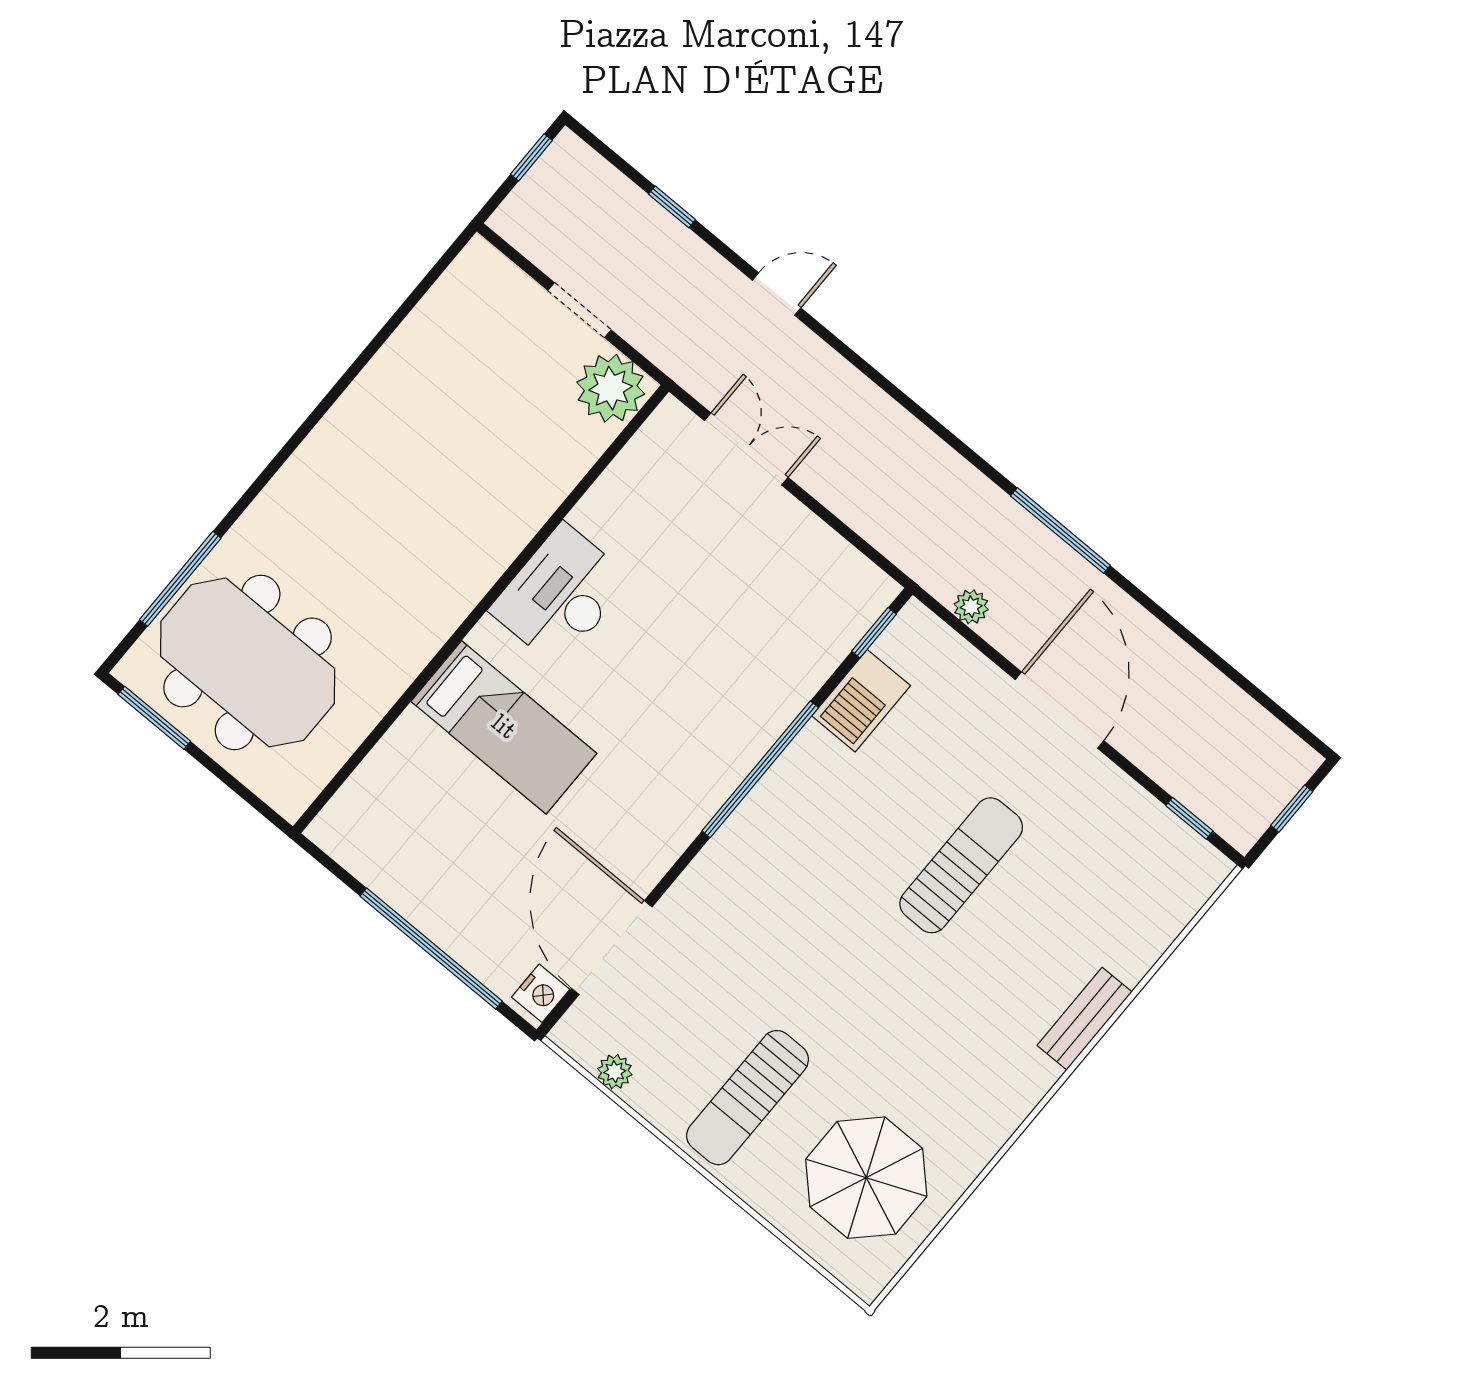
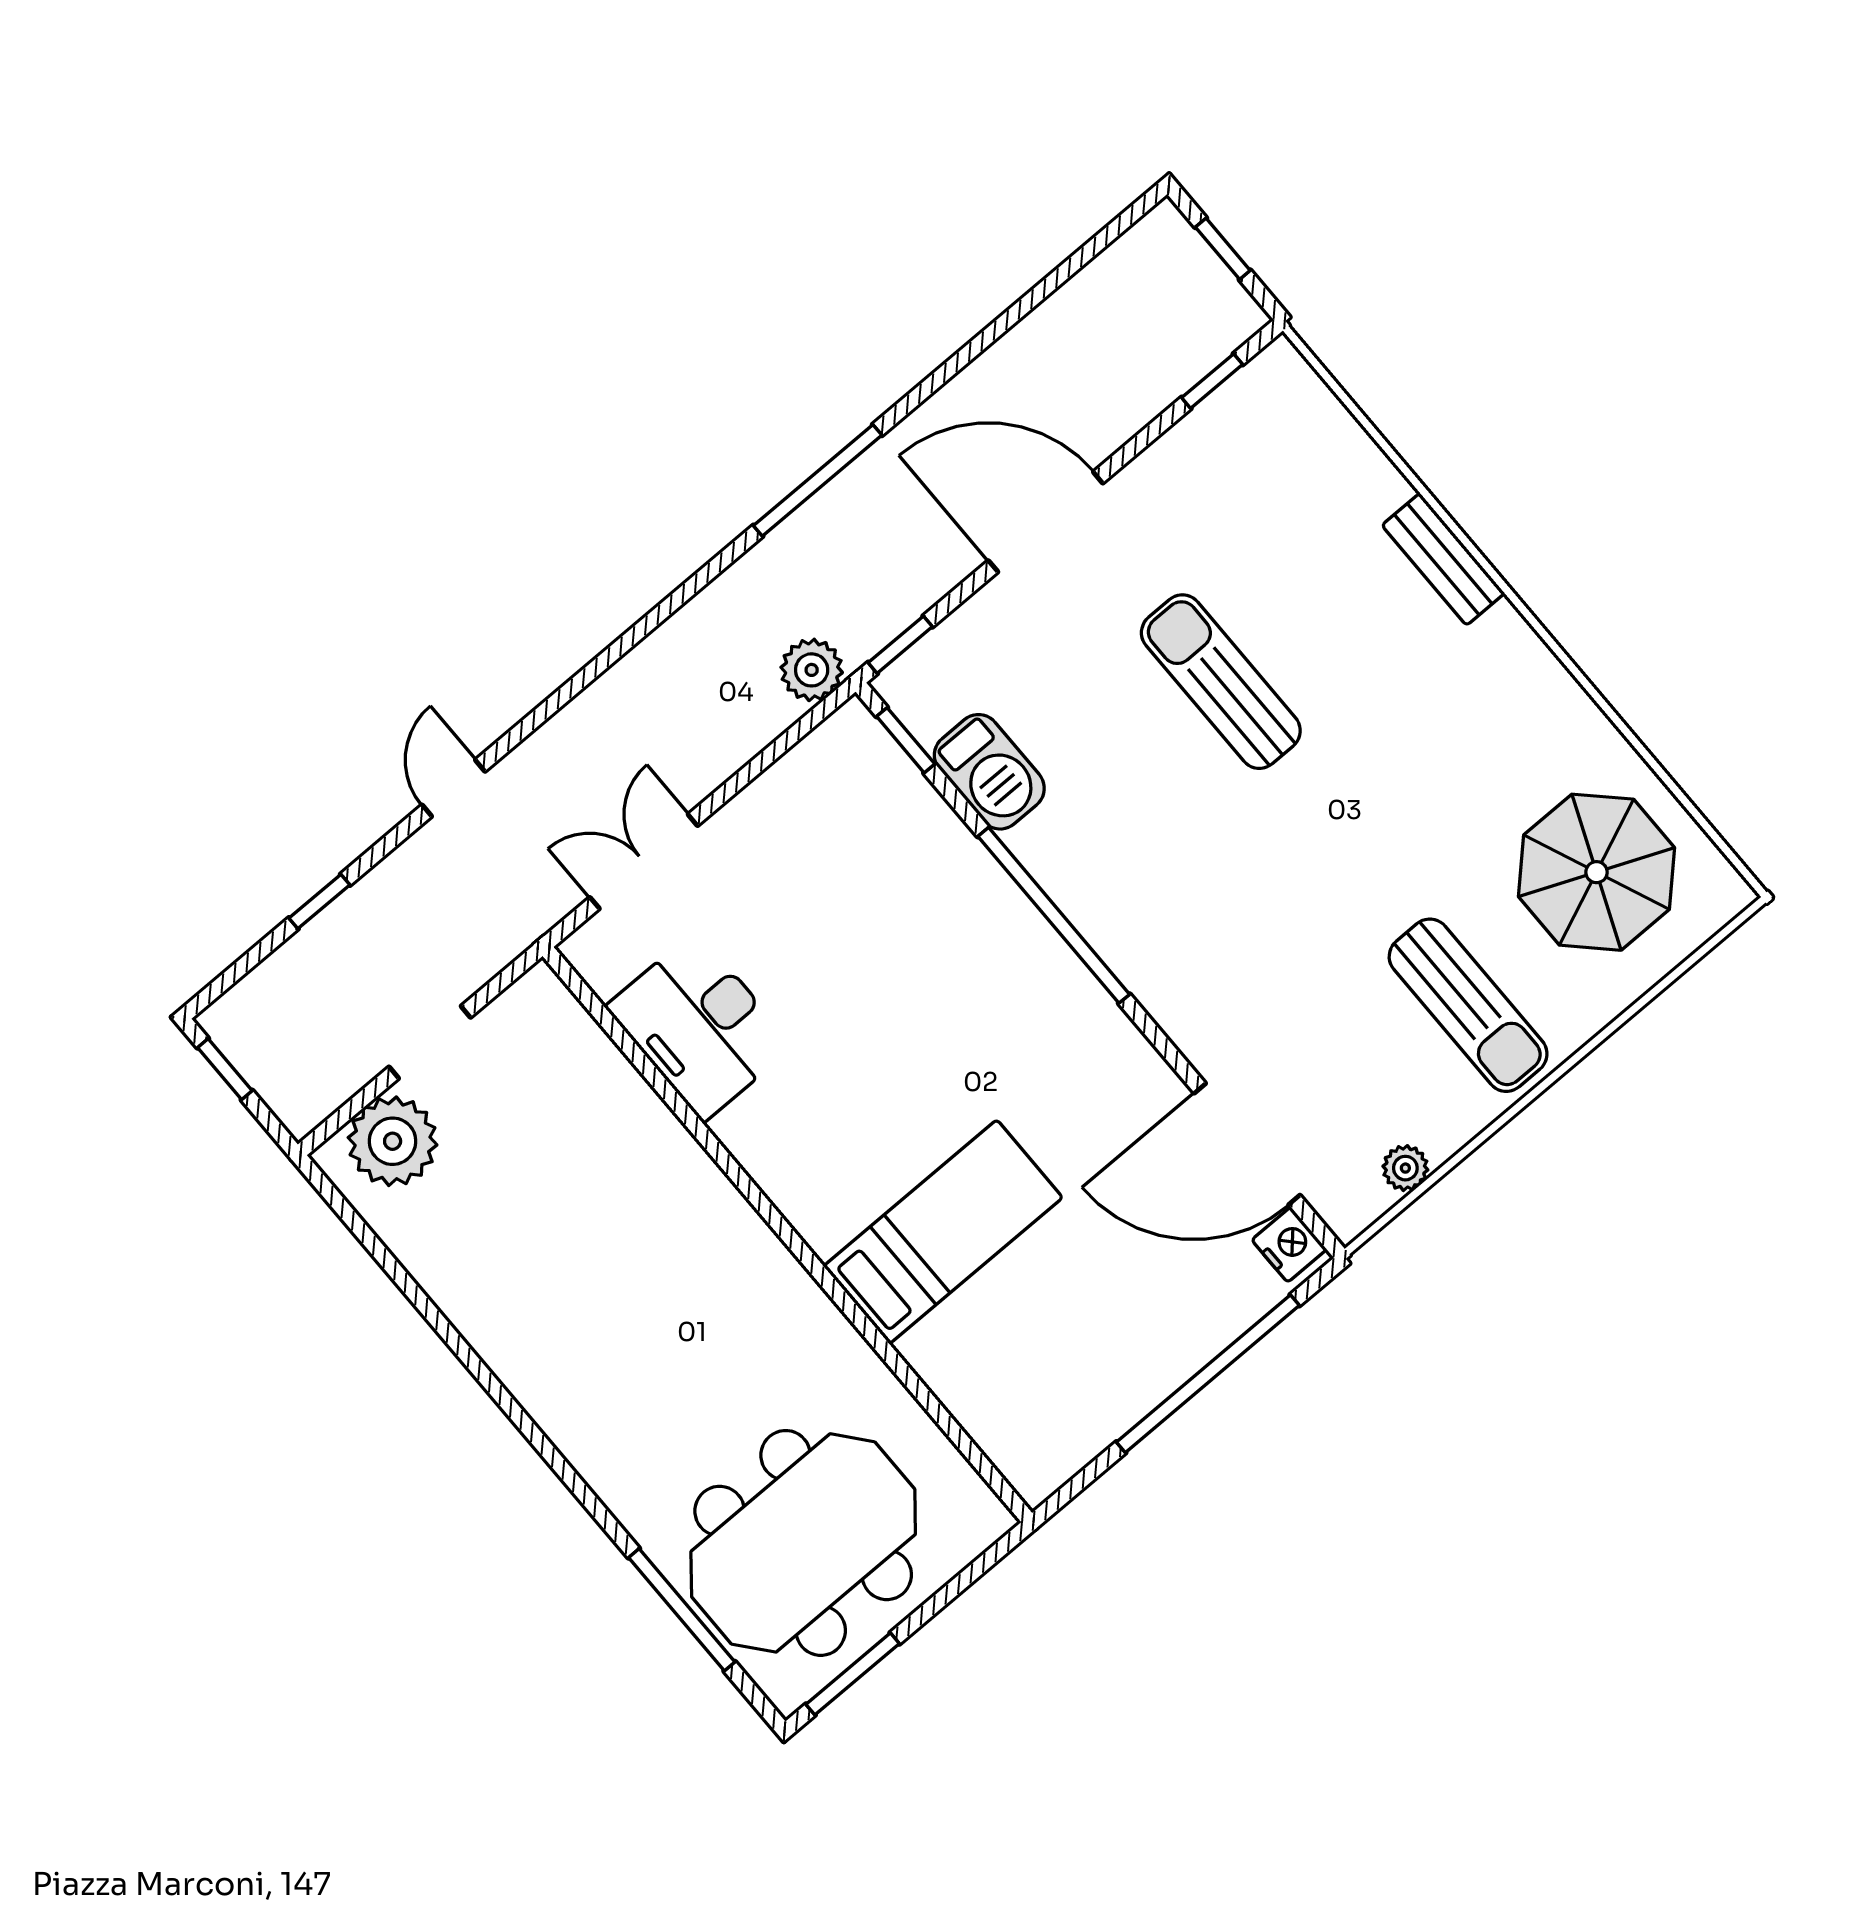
plant: (611, 388) -> (393, 1141), moved
desk: (560, 595) -> (700, 1026), moved
plant: (971, 607) -> (812, 670), moved, width x1.38, depth x1.38
window: (946, 616) -> (900, 645), added

